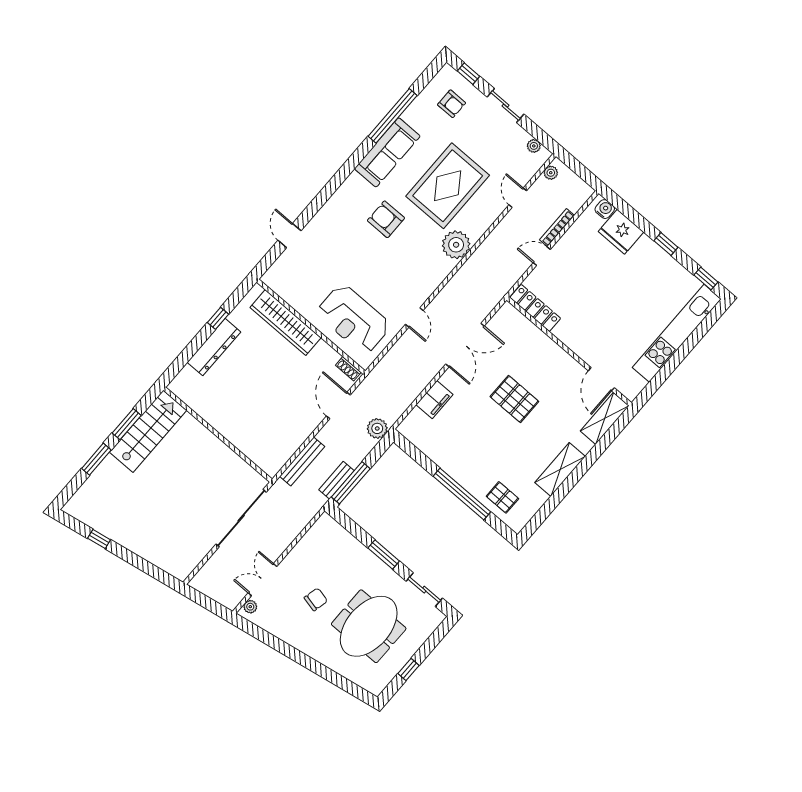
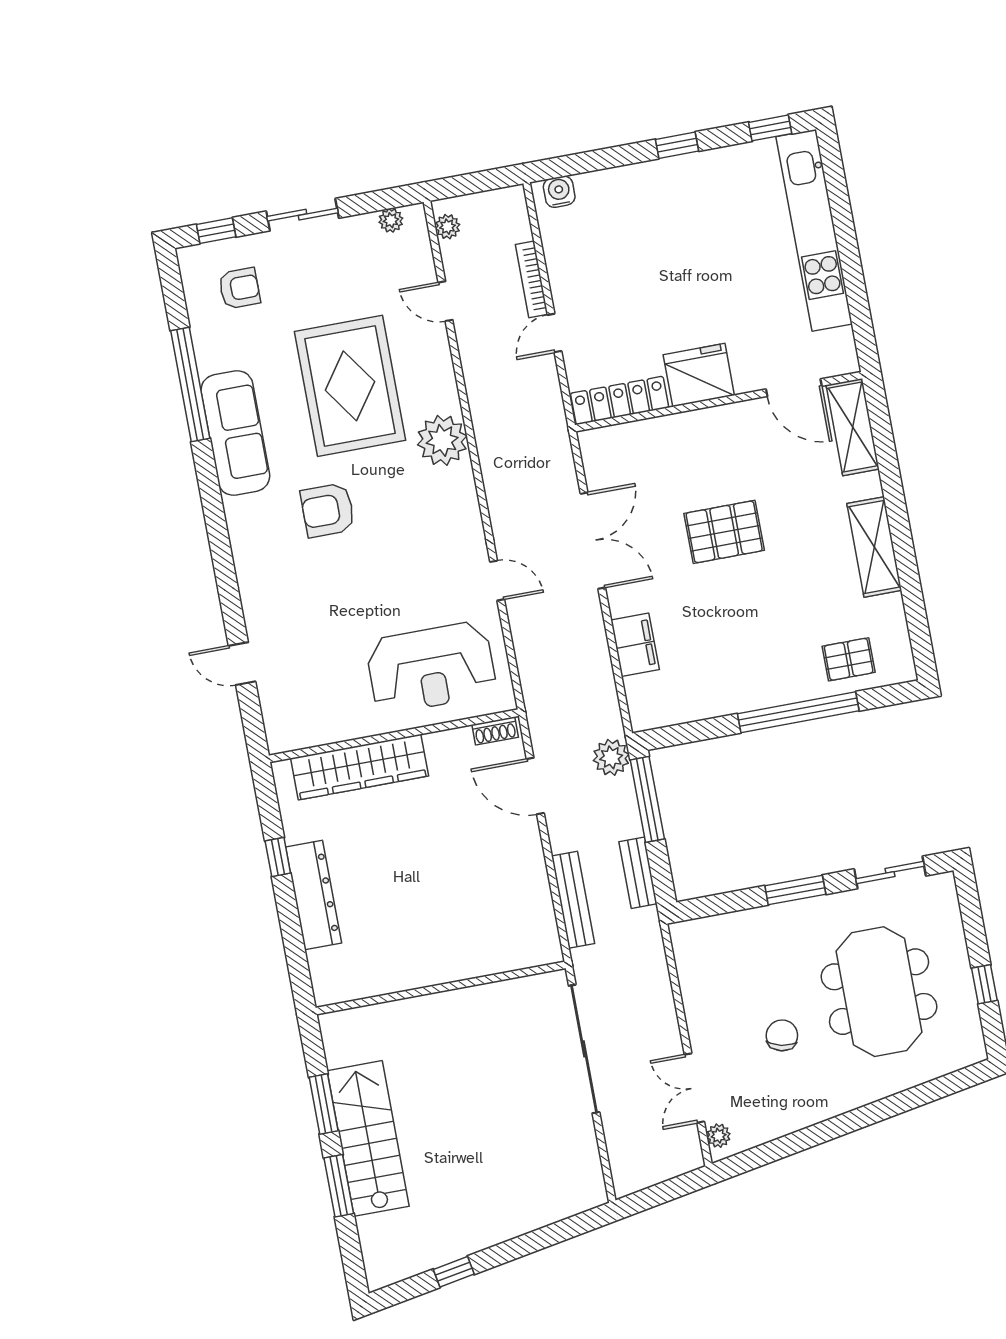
fridge: (621, 232) -> (699, 375), moved, turned 180
stairs: (148, 431) -> (368, 1138), moved
window: (351, 483) -> (647, 799), moved

